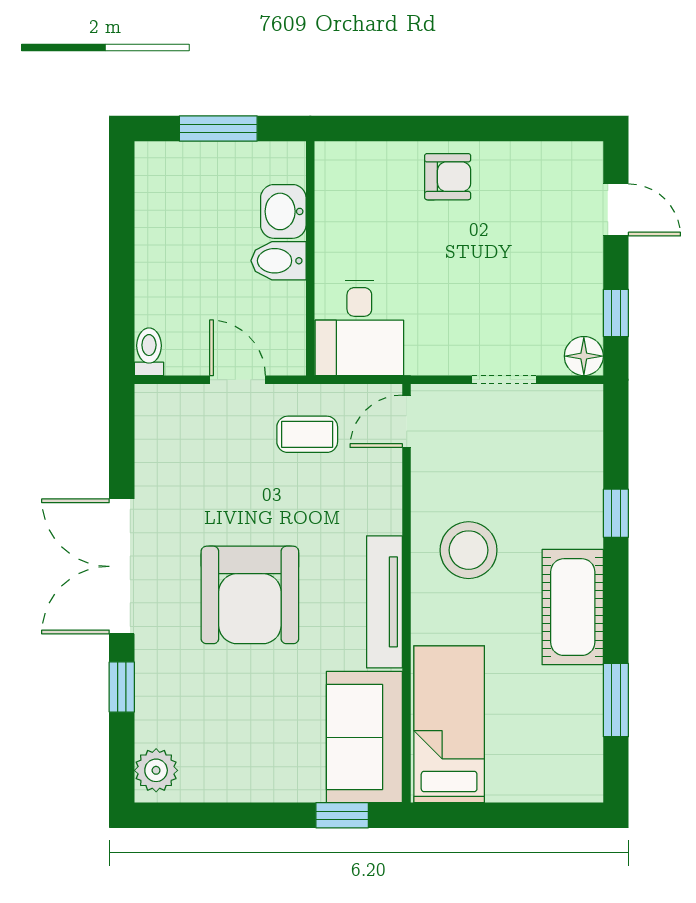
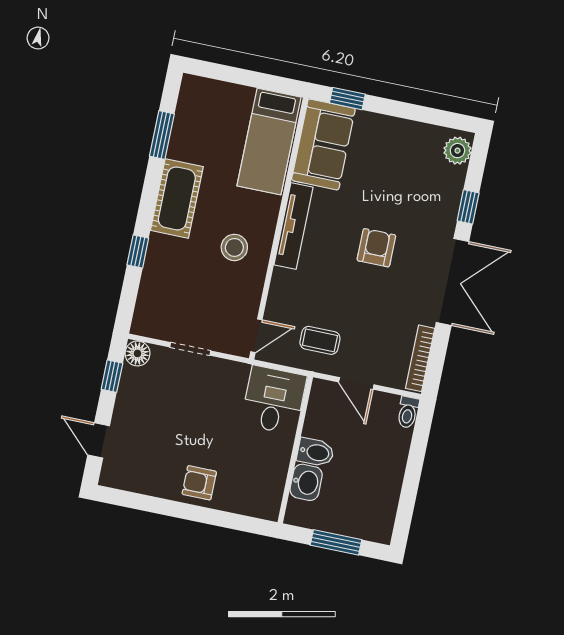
bookcase: (147, 439) -> (420, 358), added
stool: (469, 550) -> (234, 247), width x0.73, depth x0.73
armchair: (250, 595) -> (376, 248), width x0.53, depth x0.53

